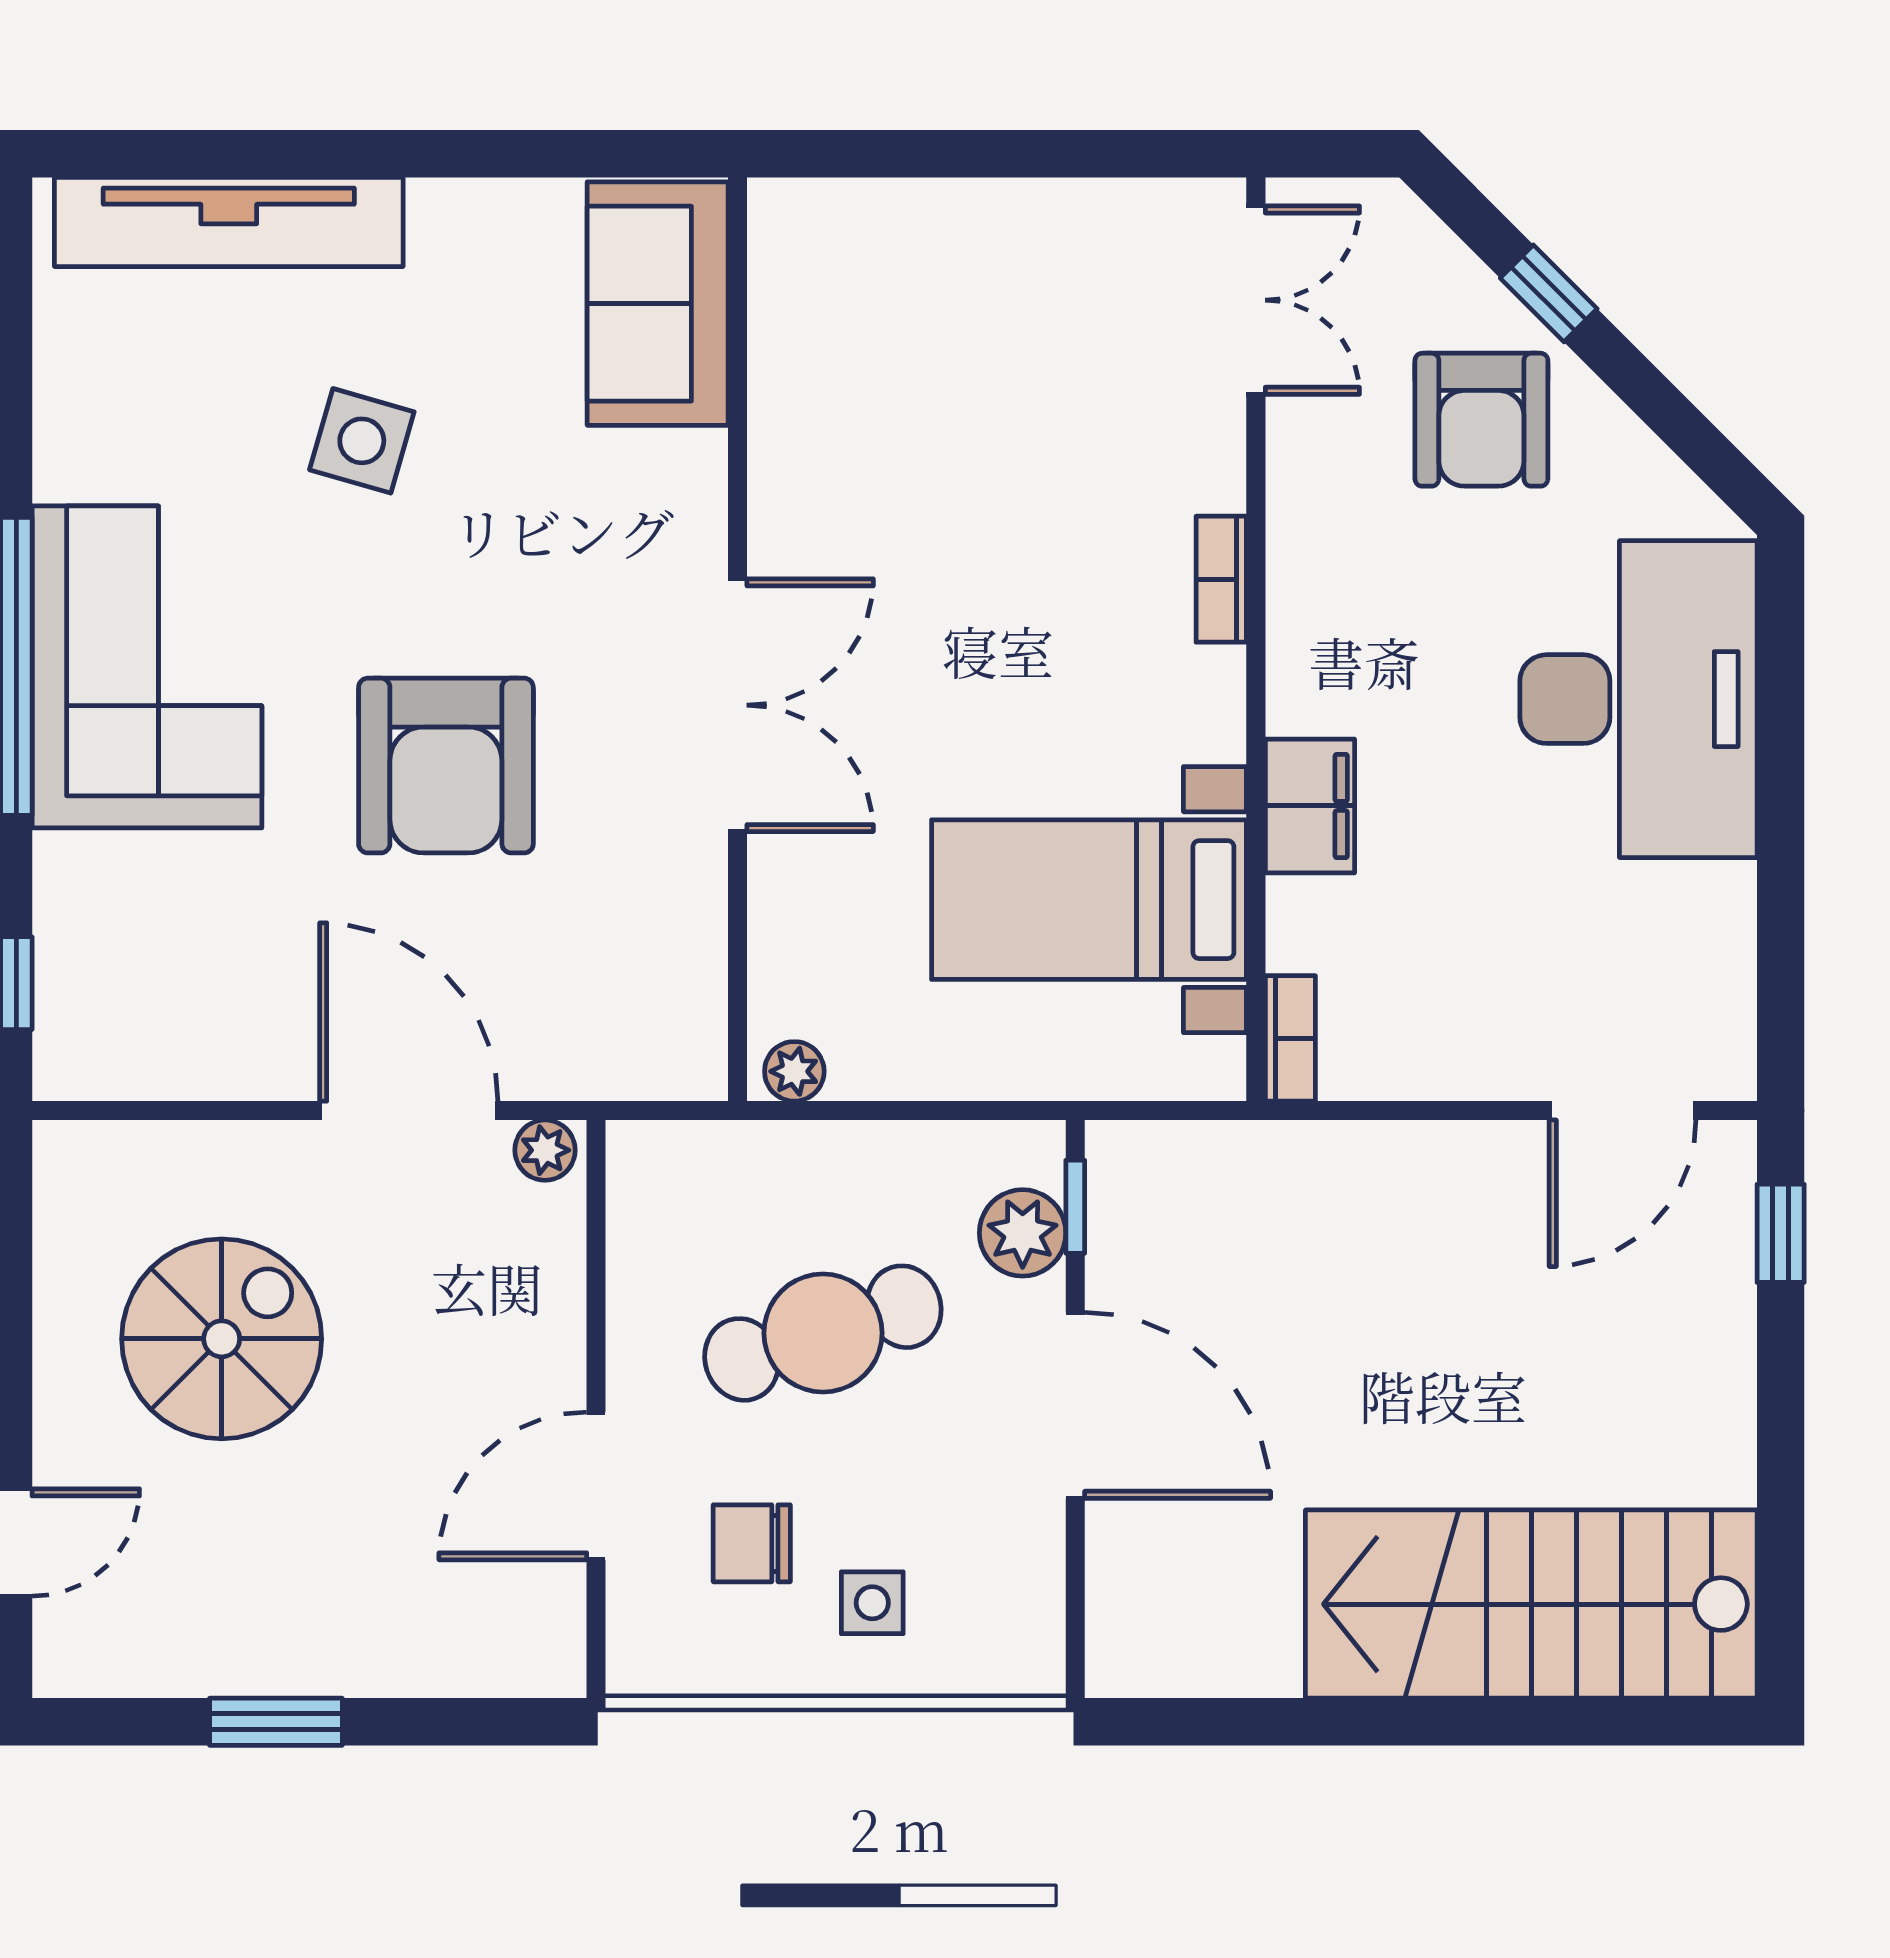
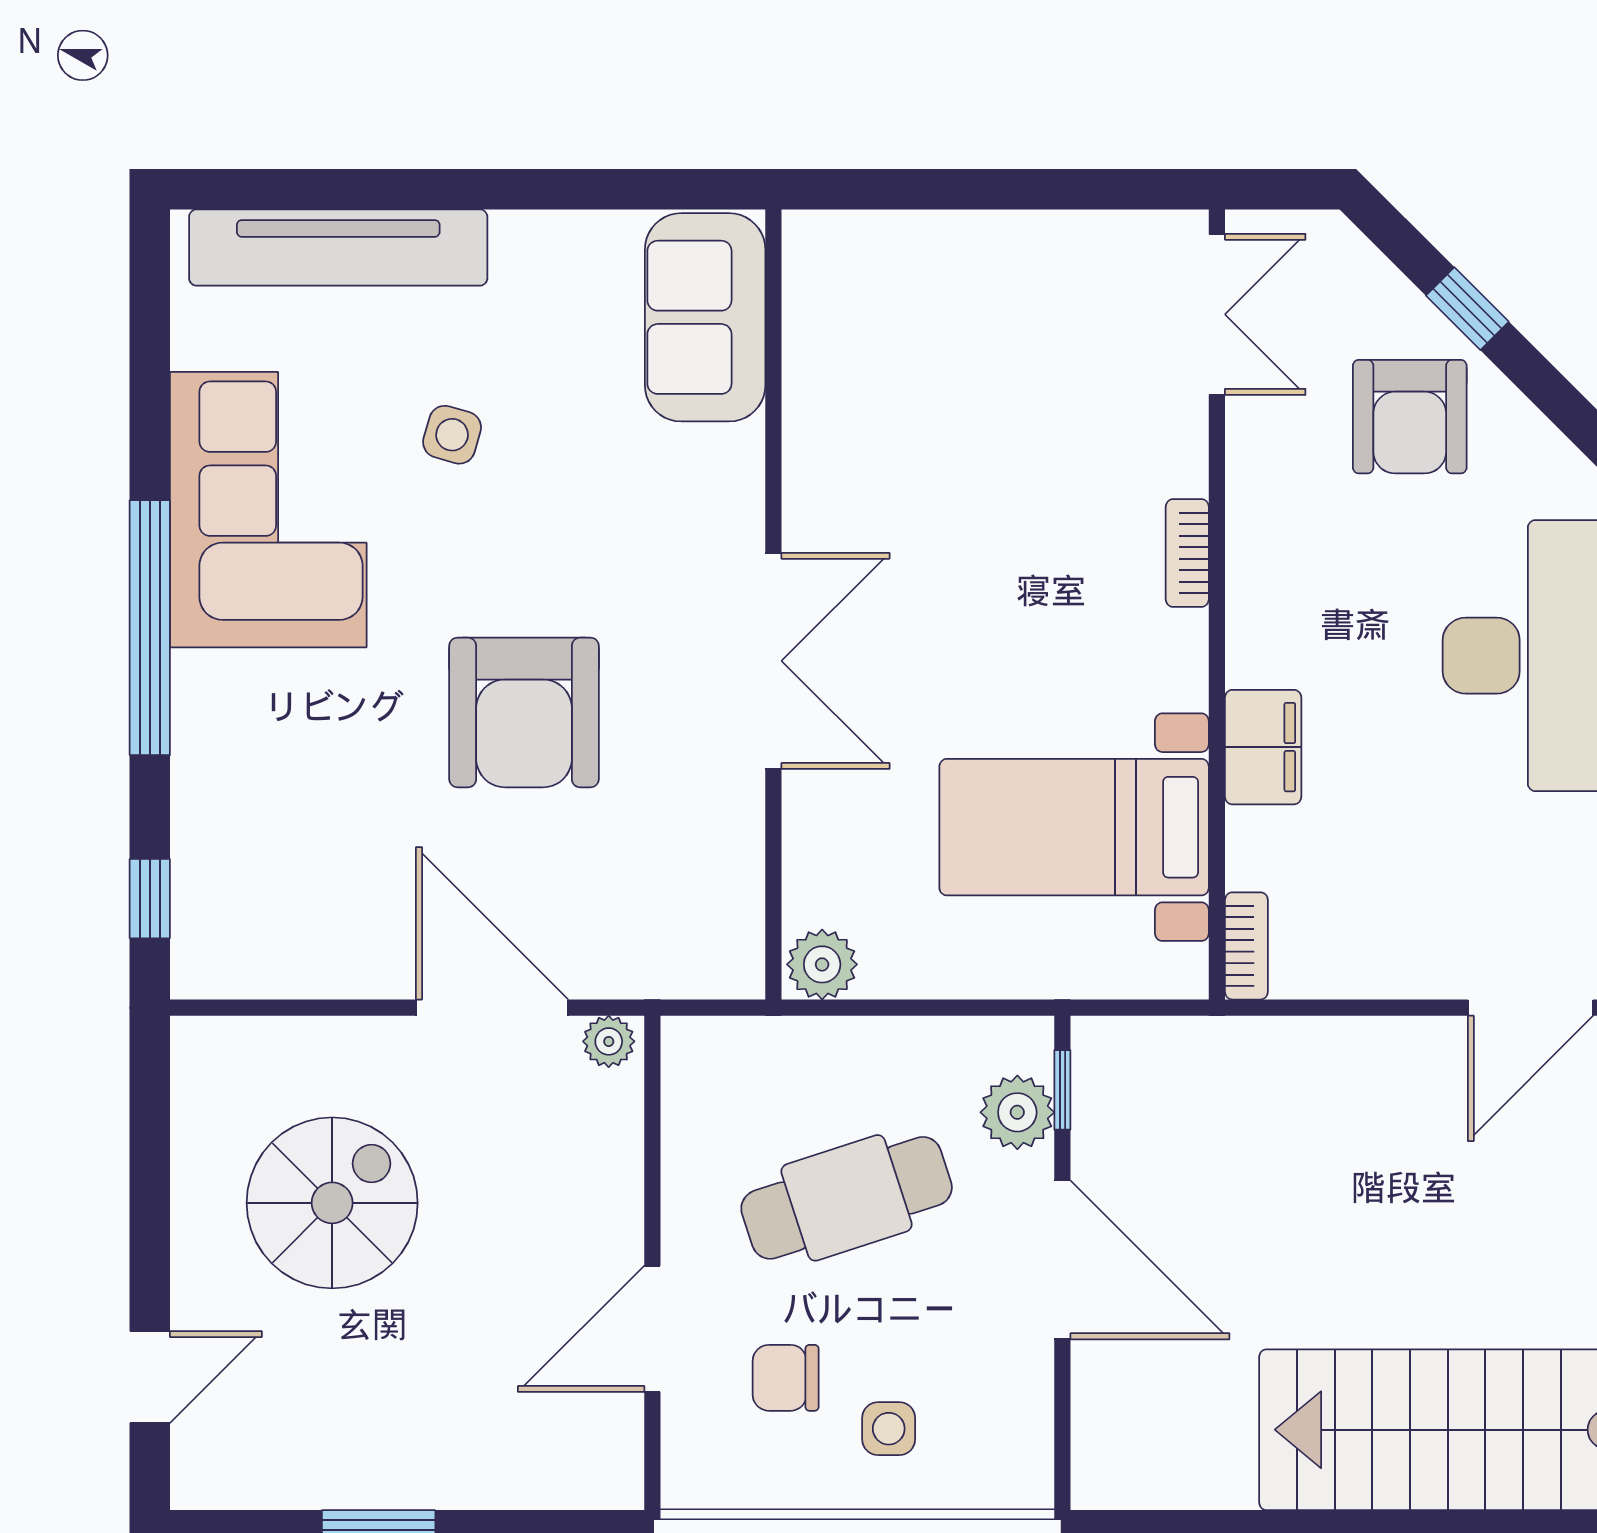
side table: (362, 441) -> (452, 435), width x0.73, depth x0.73
corner sofa: (147, 667) -> (268, 510), moved
plant: (794, 1071) -> (822, 964), width x1.38, depth x1.38

